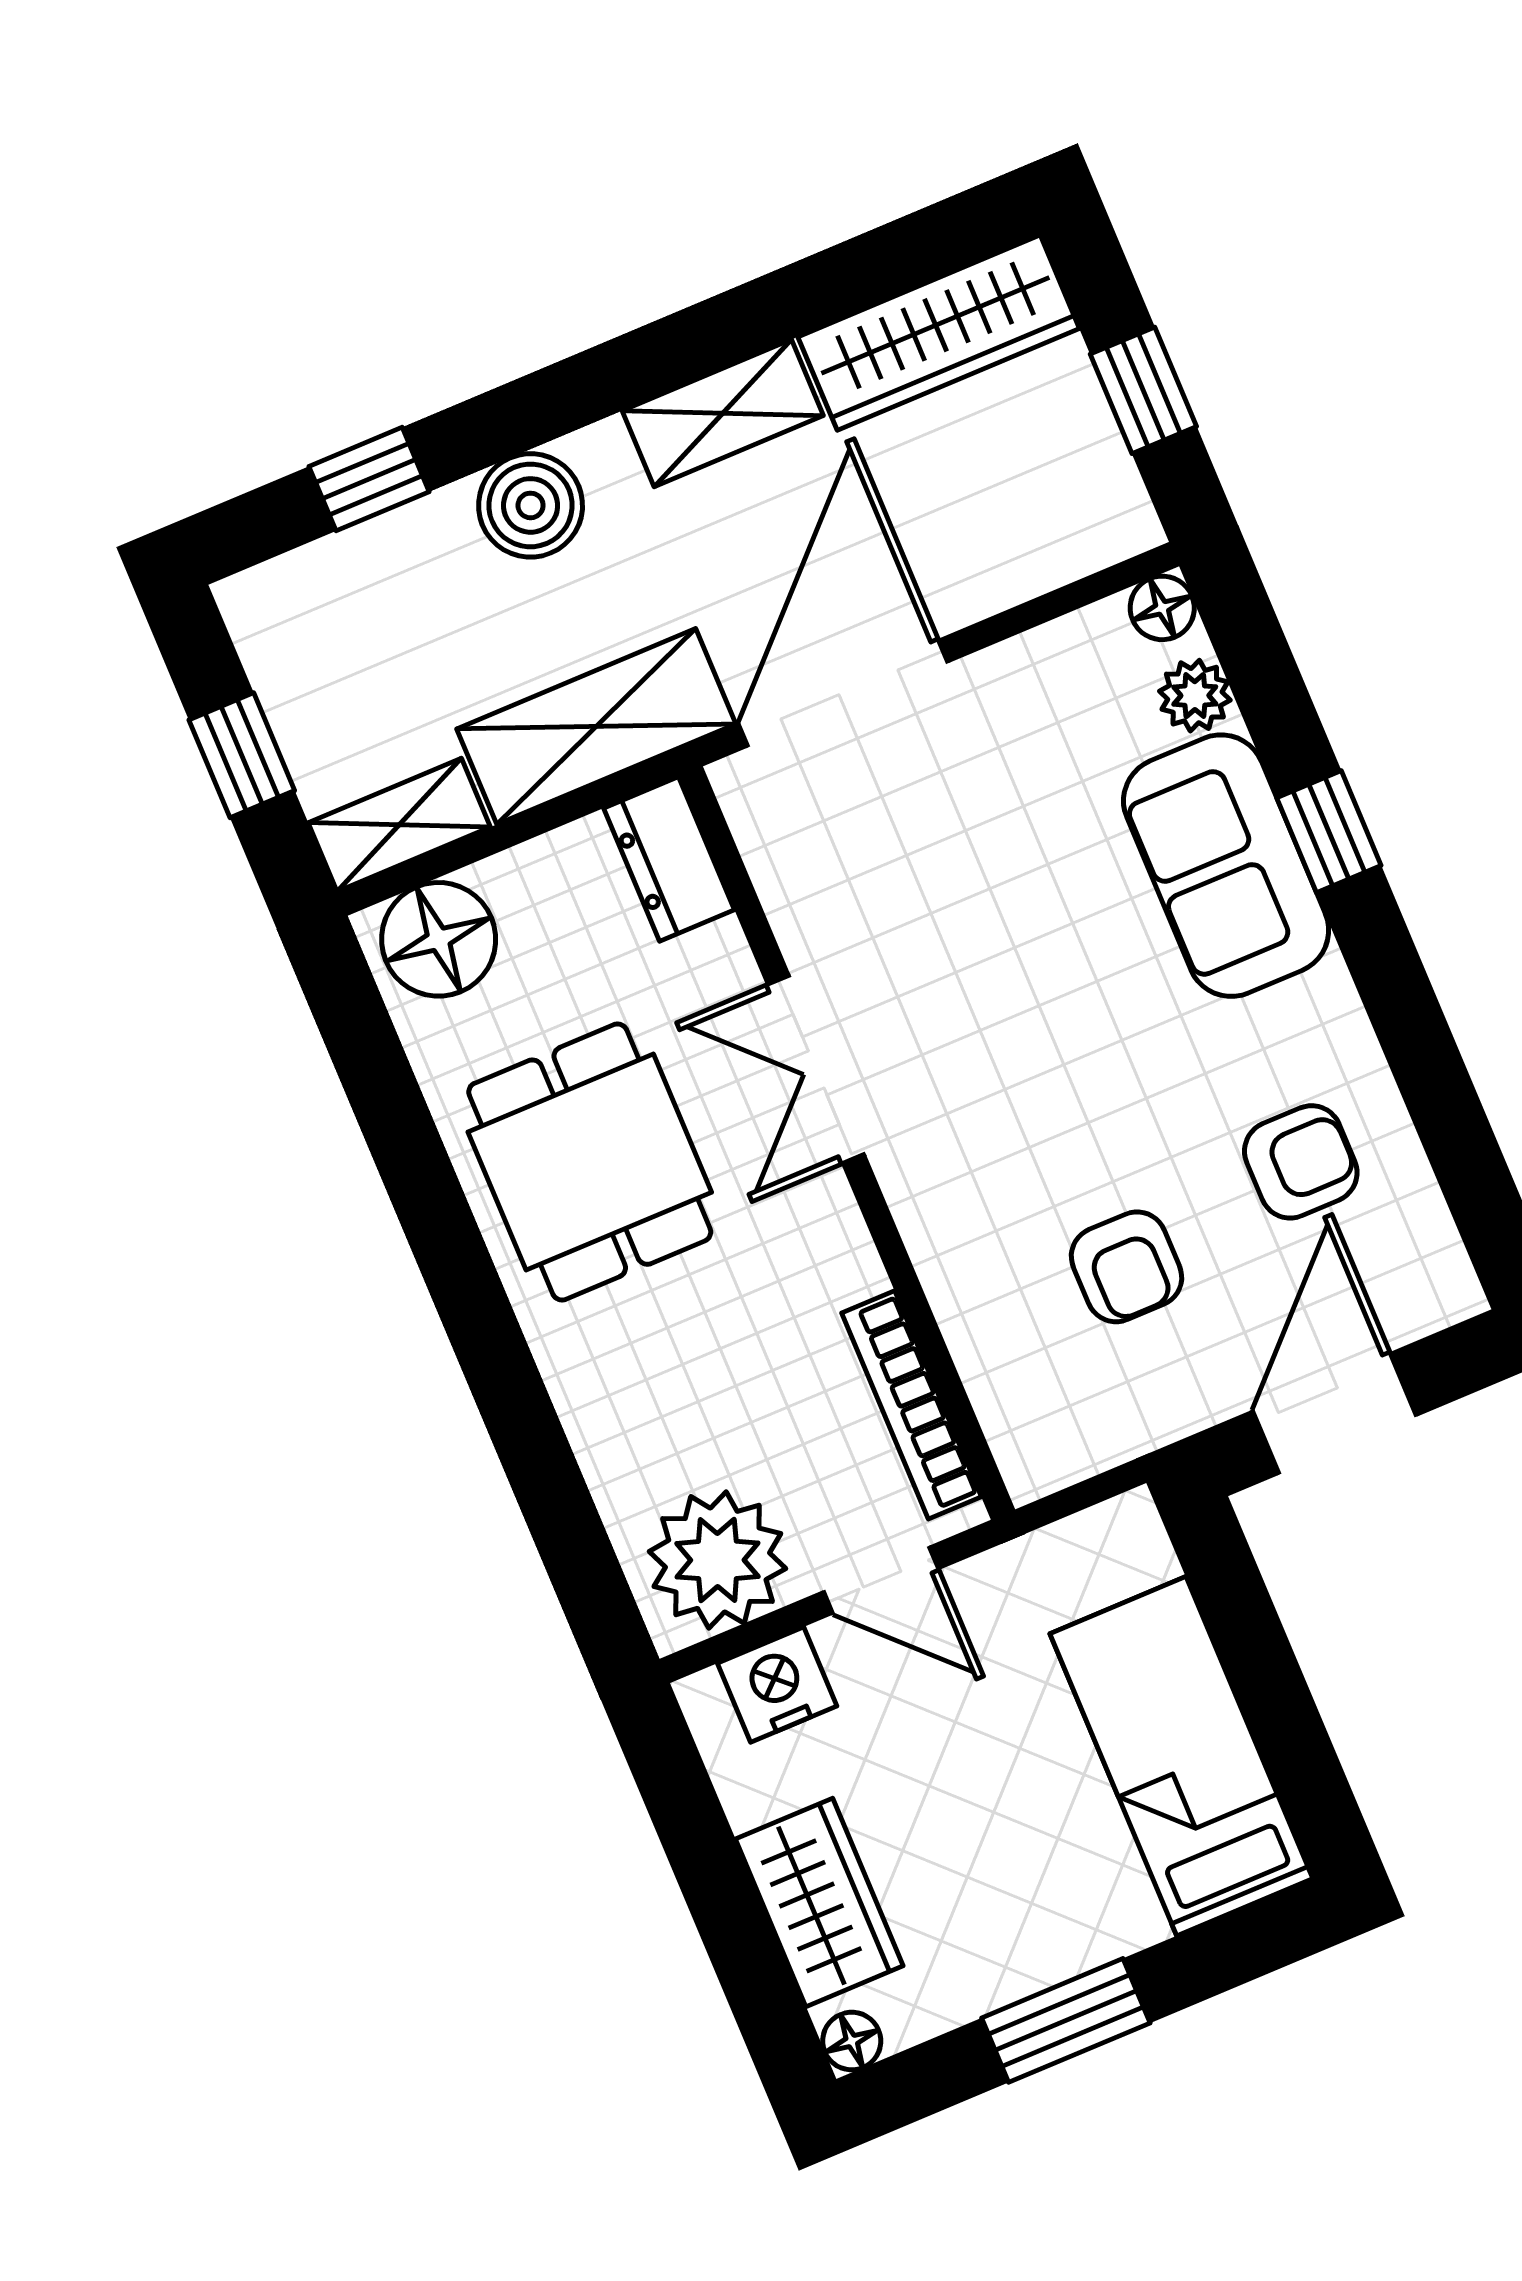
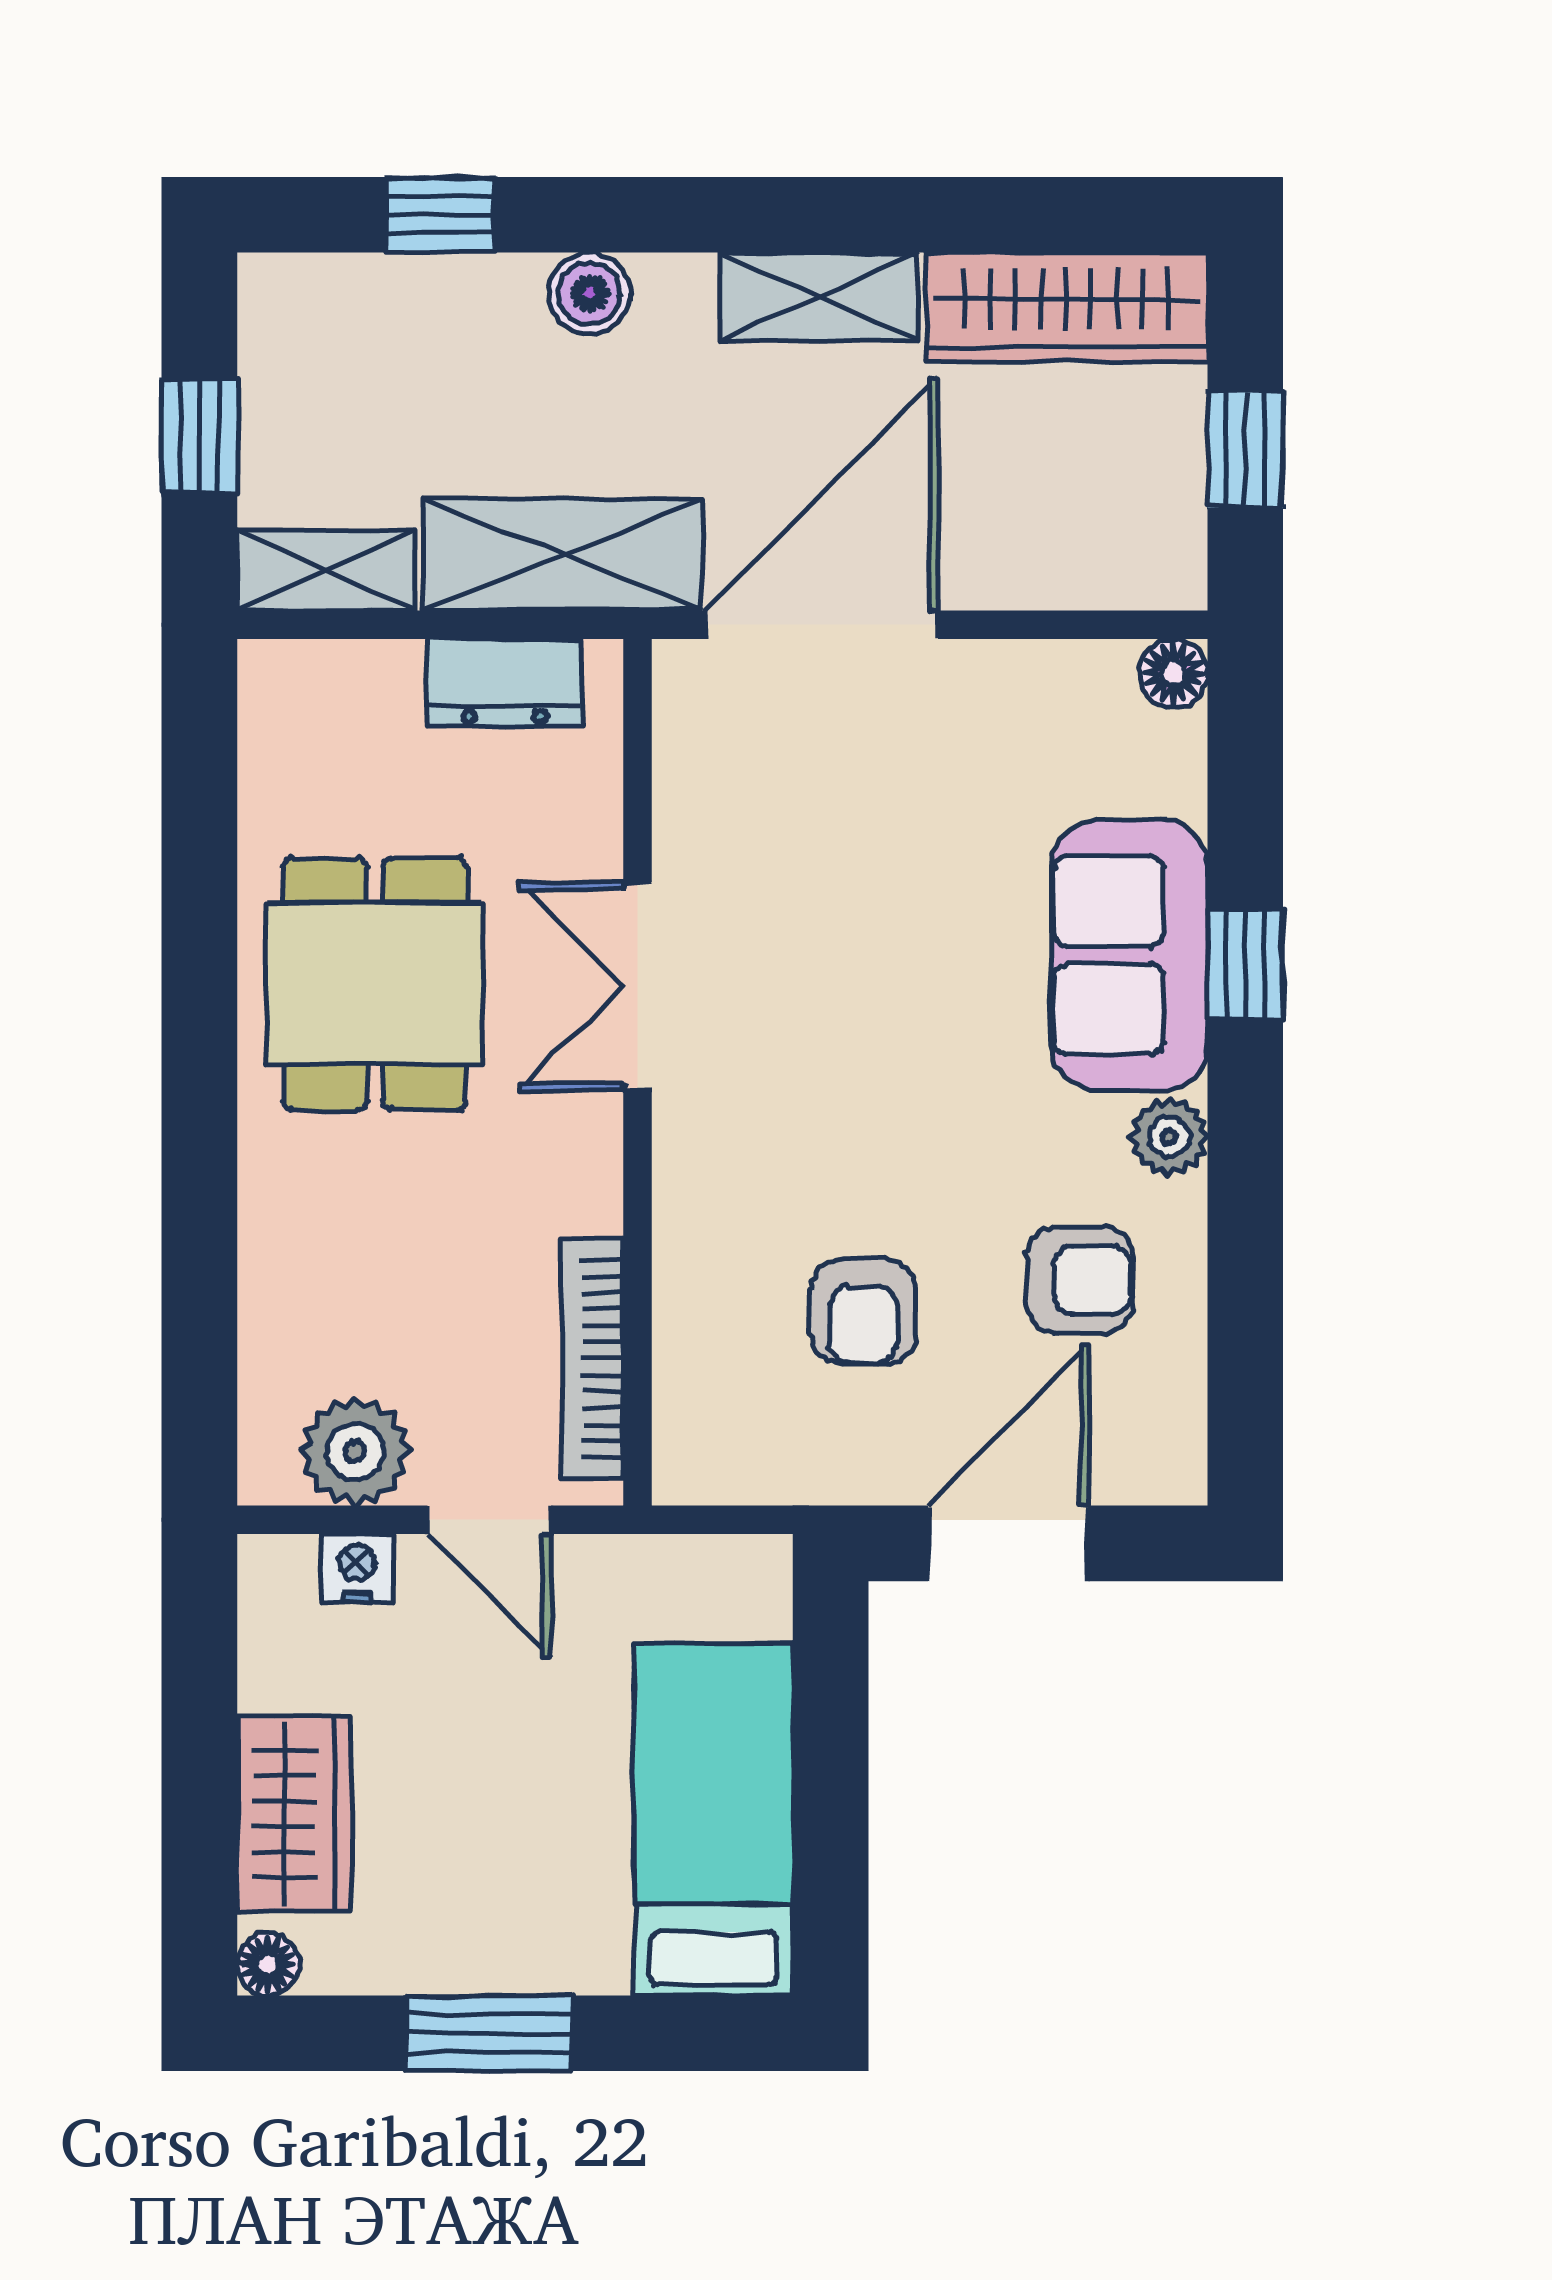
boiler: (531, 505) -> (590, 293), width x0.73, depth x0.73
plant: (1195, 696) -> (1169, 1137), moved
dresser: (669, 859) -> (505, 683), moved, turned -90
floor lamp: (439, 939) -> (318, 700), removed
plant: (717, 1560) -> (355, 1451), width x0.73, depth x0.73
nightstand: (777, 1685) -> (357, 1568), width x0.72, depth x0.74

